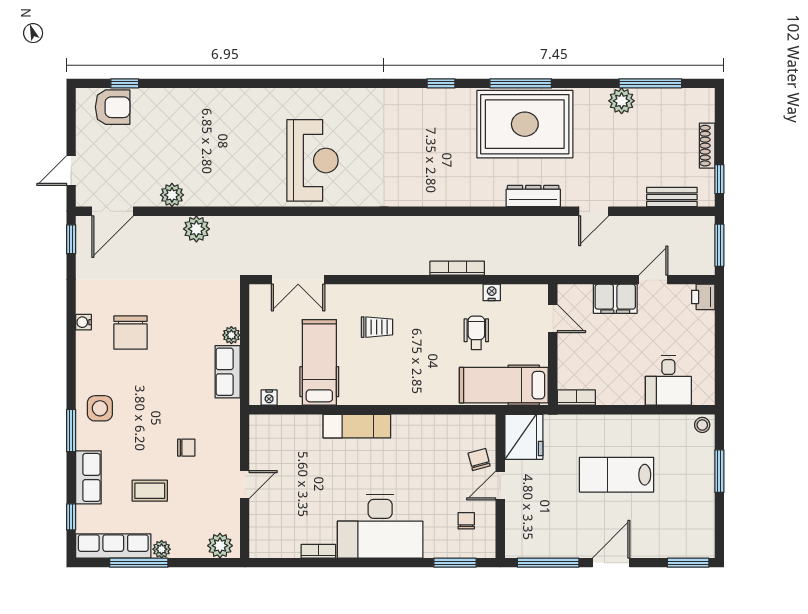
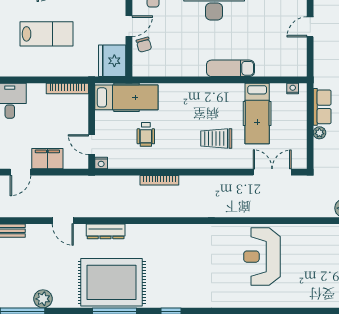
door: (594, 211) -> (63, 221), swing flipped
nightstand: (492, 292) -> (101, 163), moved
trolley: (377, 327) -> (216, 139), width x1.36, depth x1.39
bookcase: (576, 398) -> (67, 89), width x1.56

